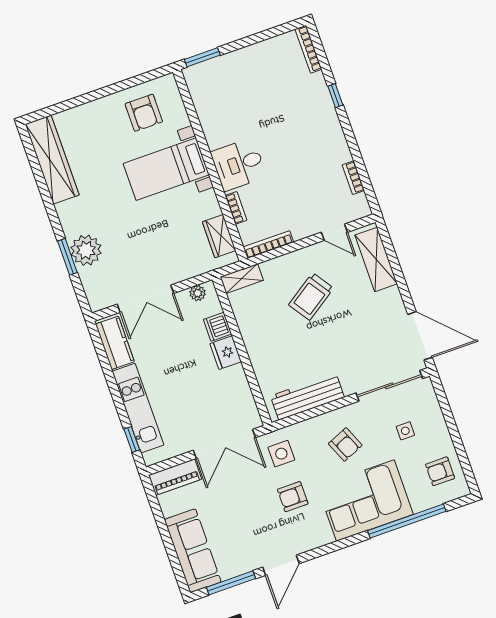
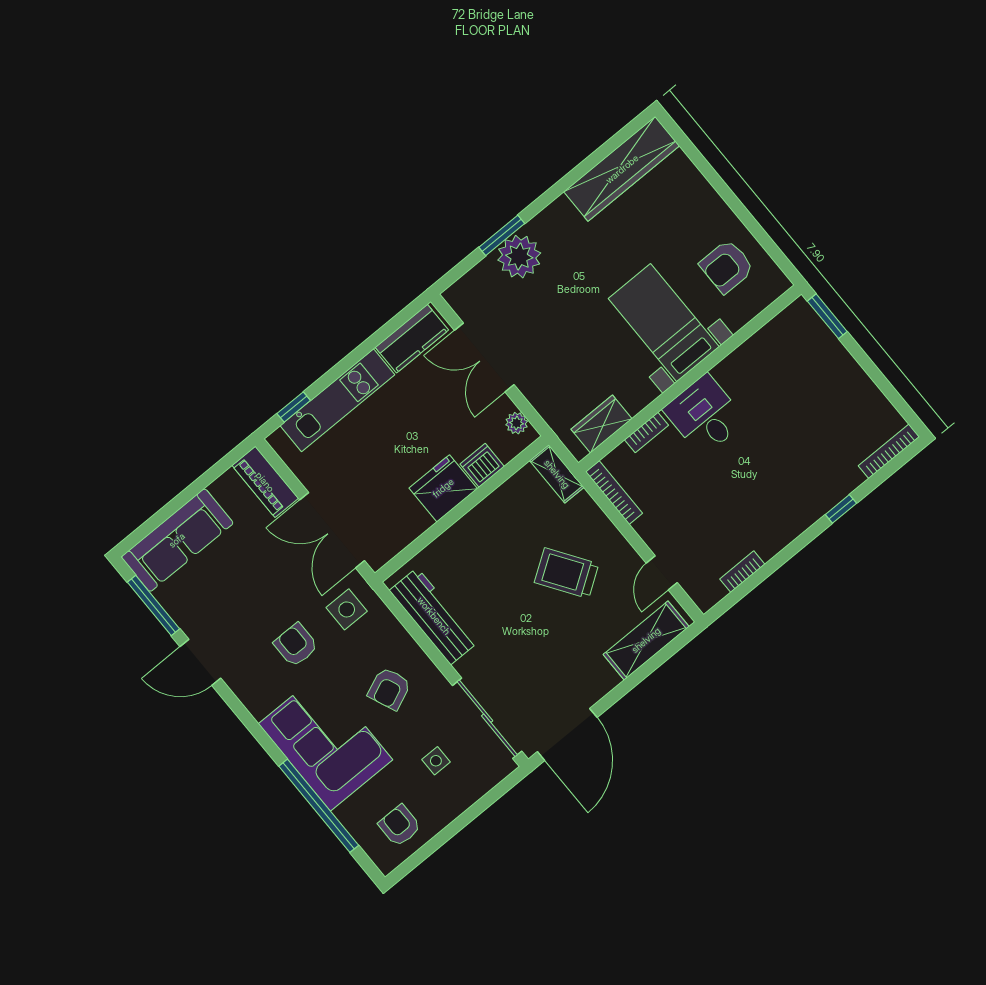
fridge: (226, 353) -> (443, 488), width x1.36, depth x1.34

